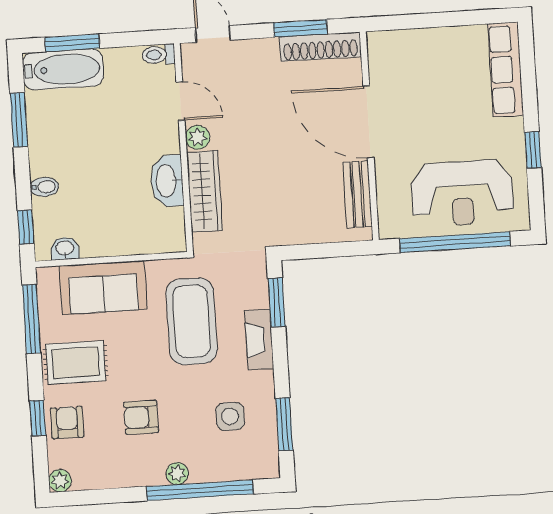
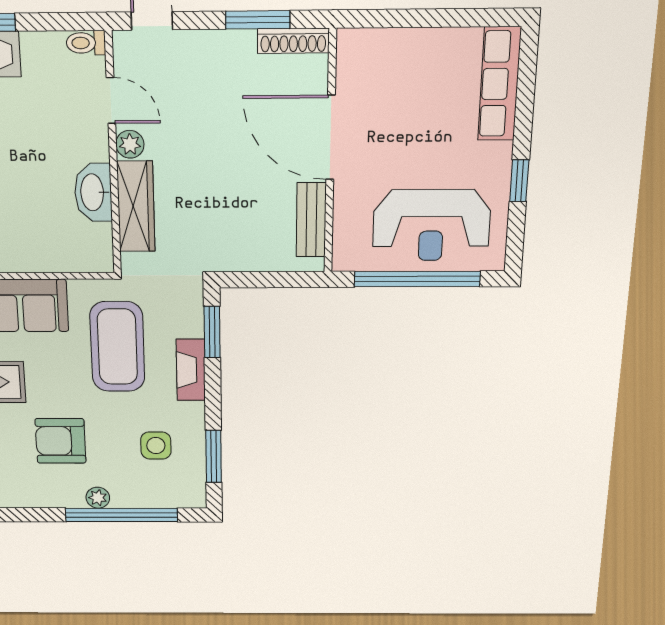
shoe rack: (320, 47) -> (293, 41), width x0.74, depth x0.81
armchair: (141, 417) -> (61, 441), width x1.38, depth x1.38

